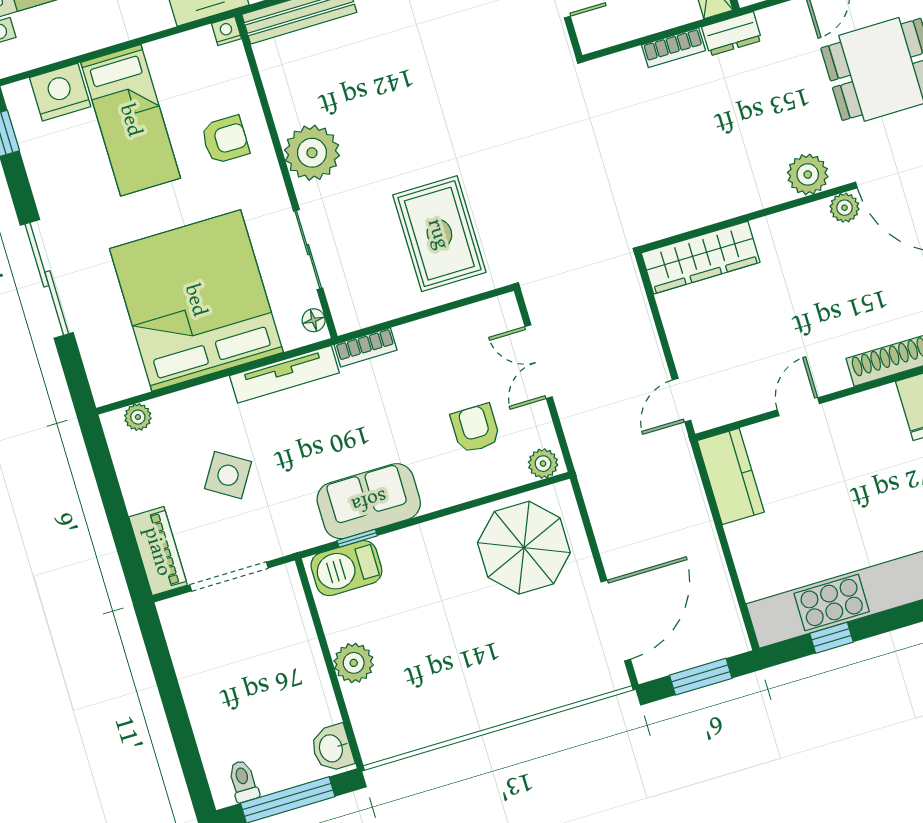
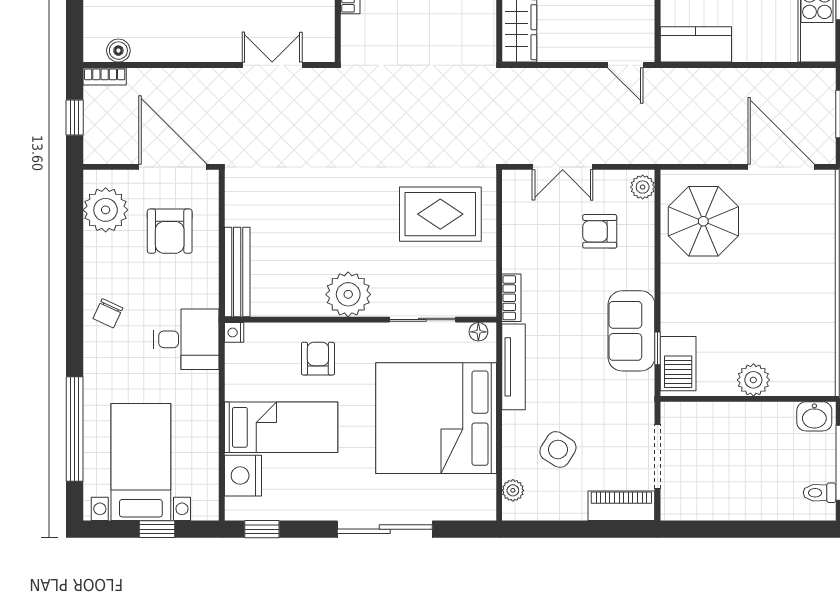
side table: (228, 475) -> (558, 449), moved

